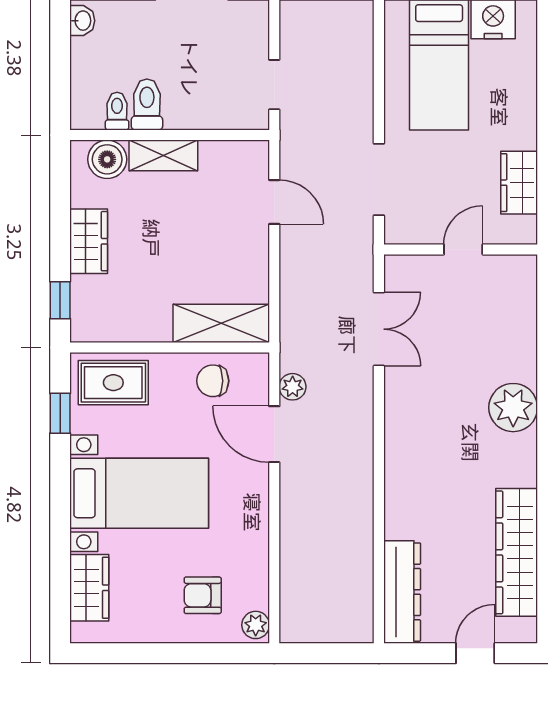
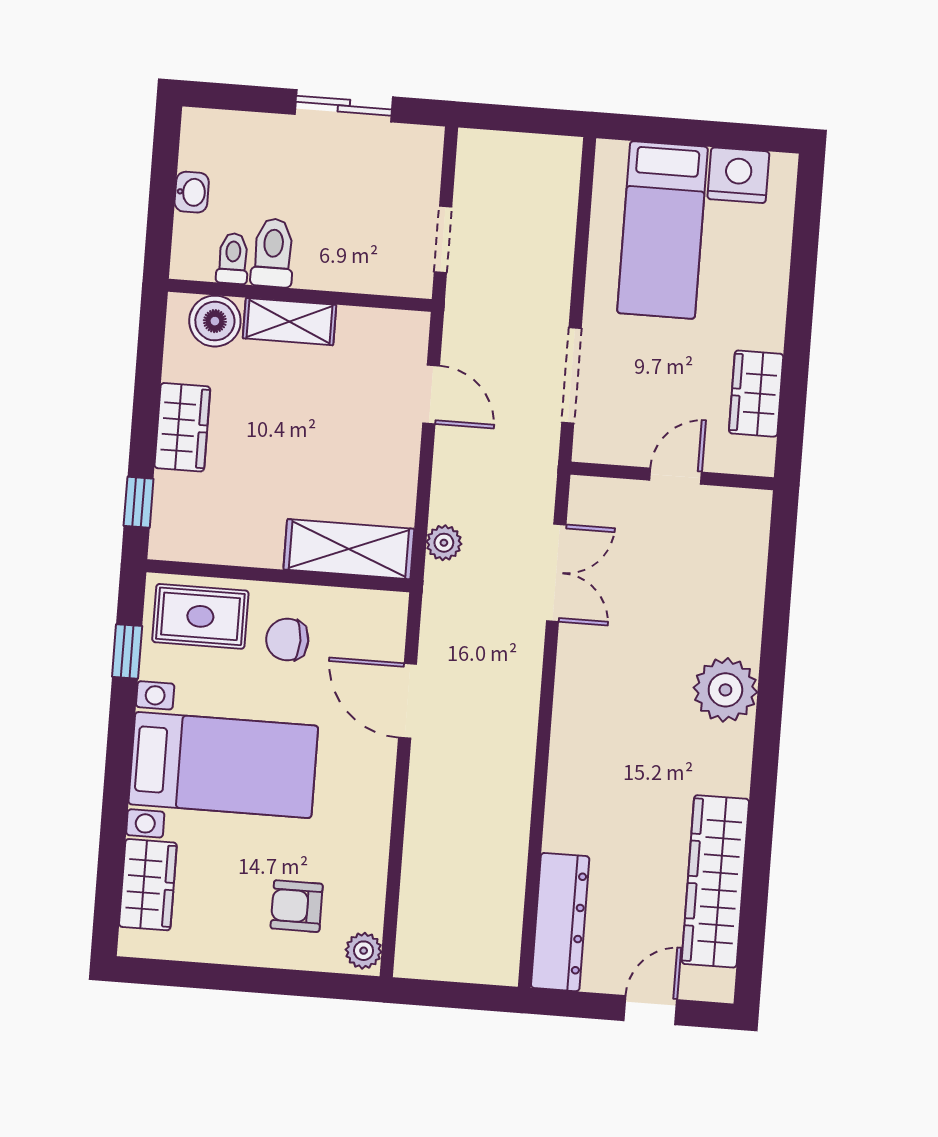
washbasin: (82, 21) -> (192, 192), moved
chair: (213, 381) -> (287, 640), moved
plant: (293, 387) -> (444, 543), moved

